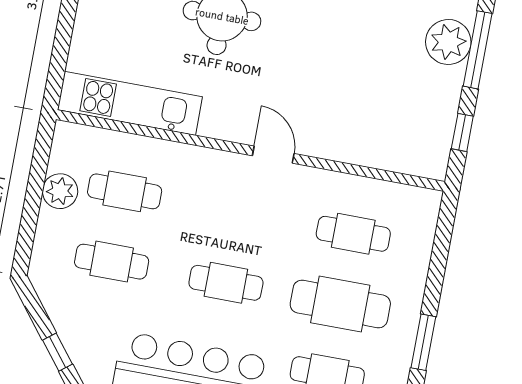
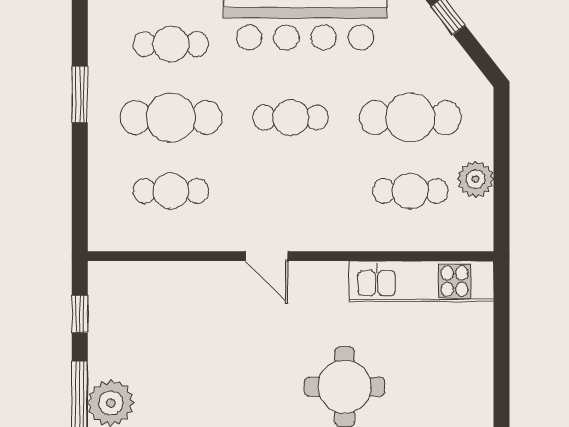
cafe table: (112, 262) -> (410, 118), width x1.37, depth x1.35

